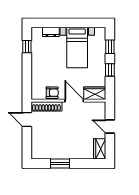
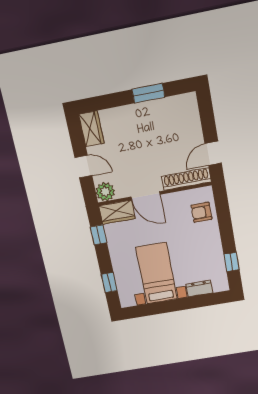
window: (110, 70) -> (99, 235), moved
armchair: (52, 93) -> (201, 212), moved
plant: (99, 108) -> (105, 192), added
door: (27, 119) -> (213, 153), swing flipped

